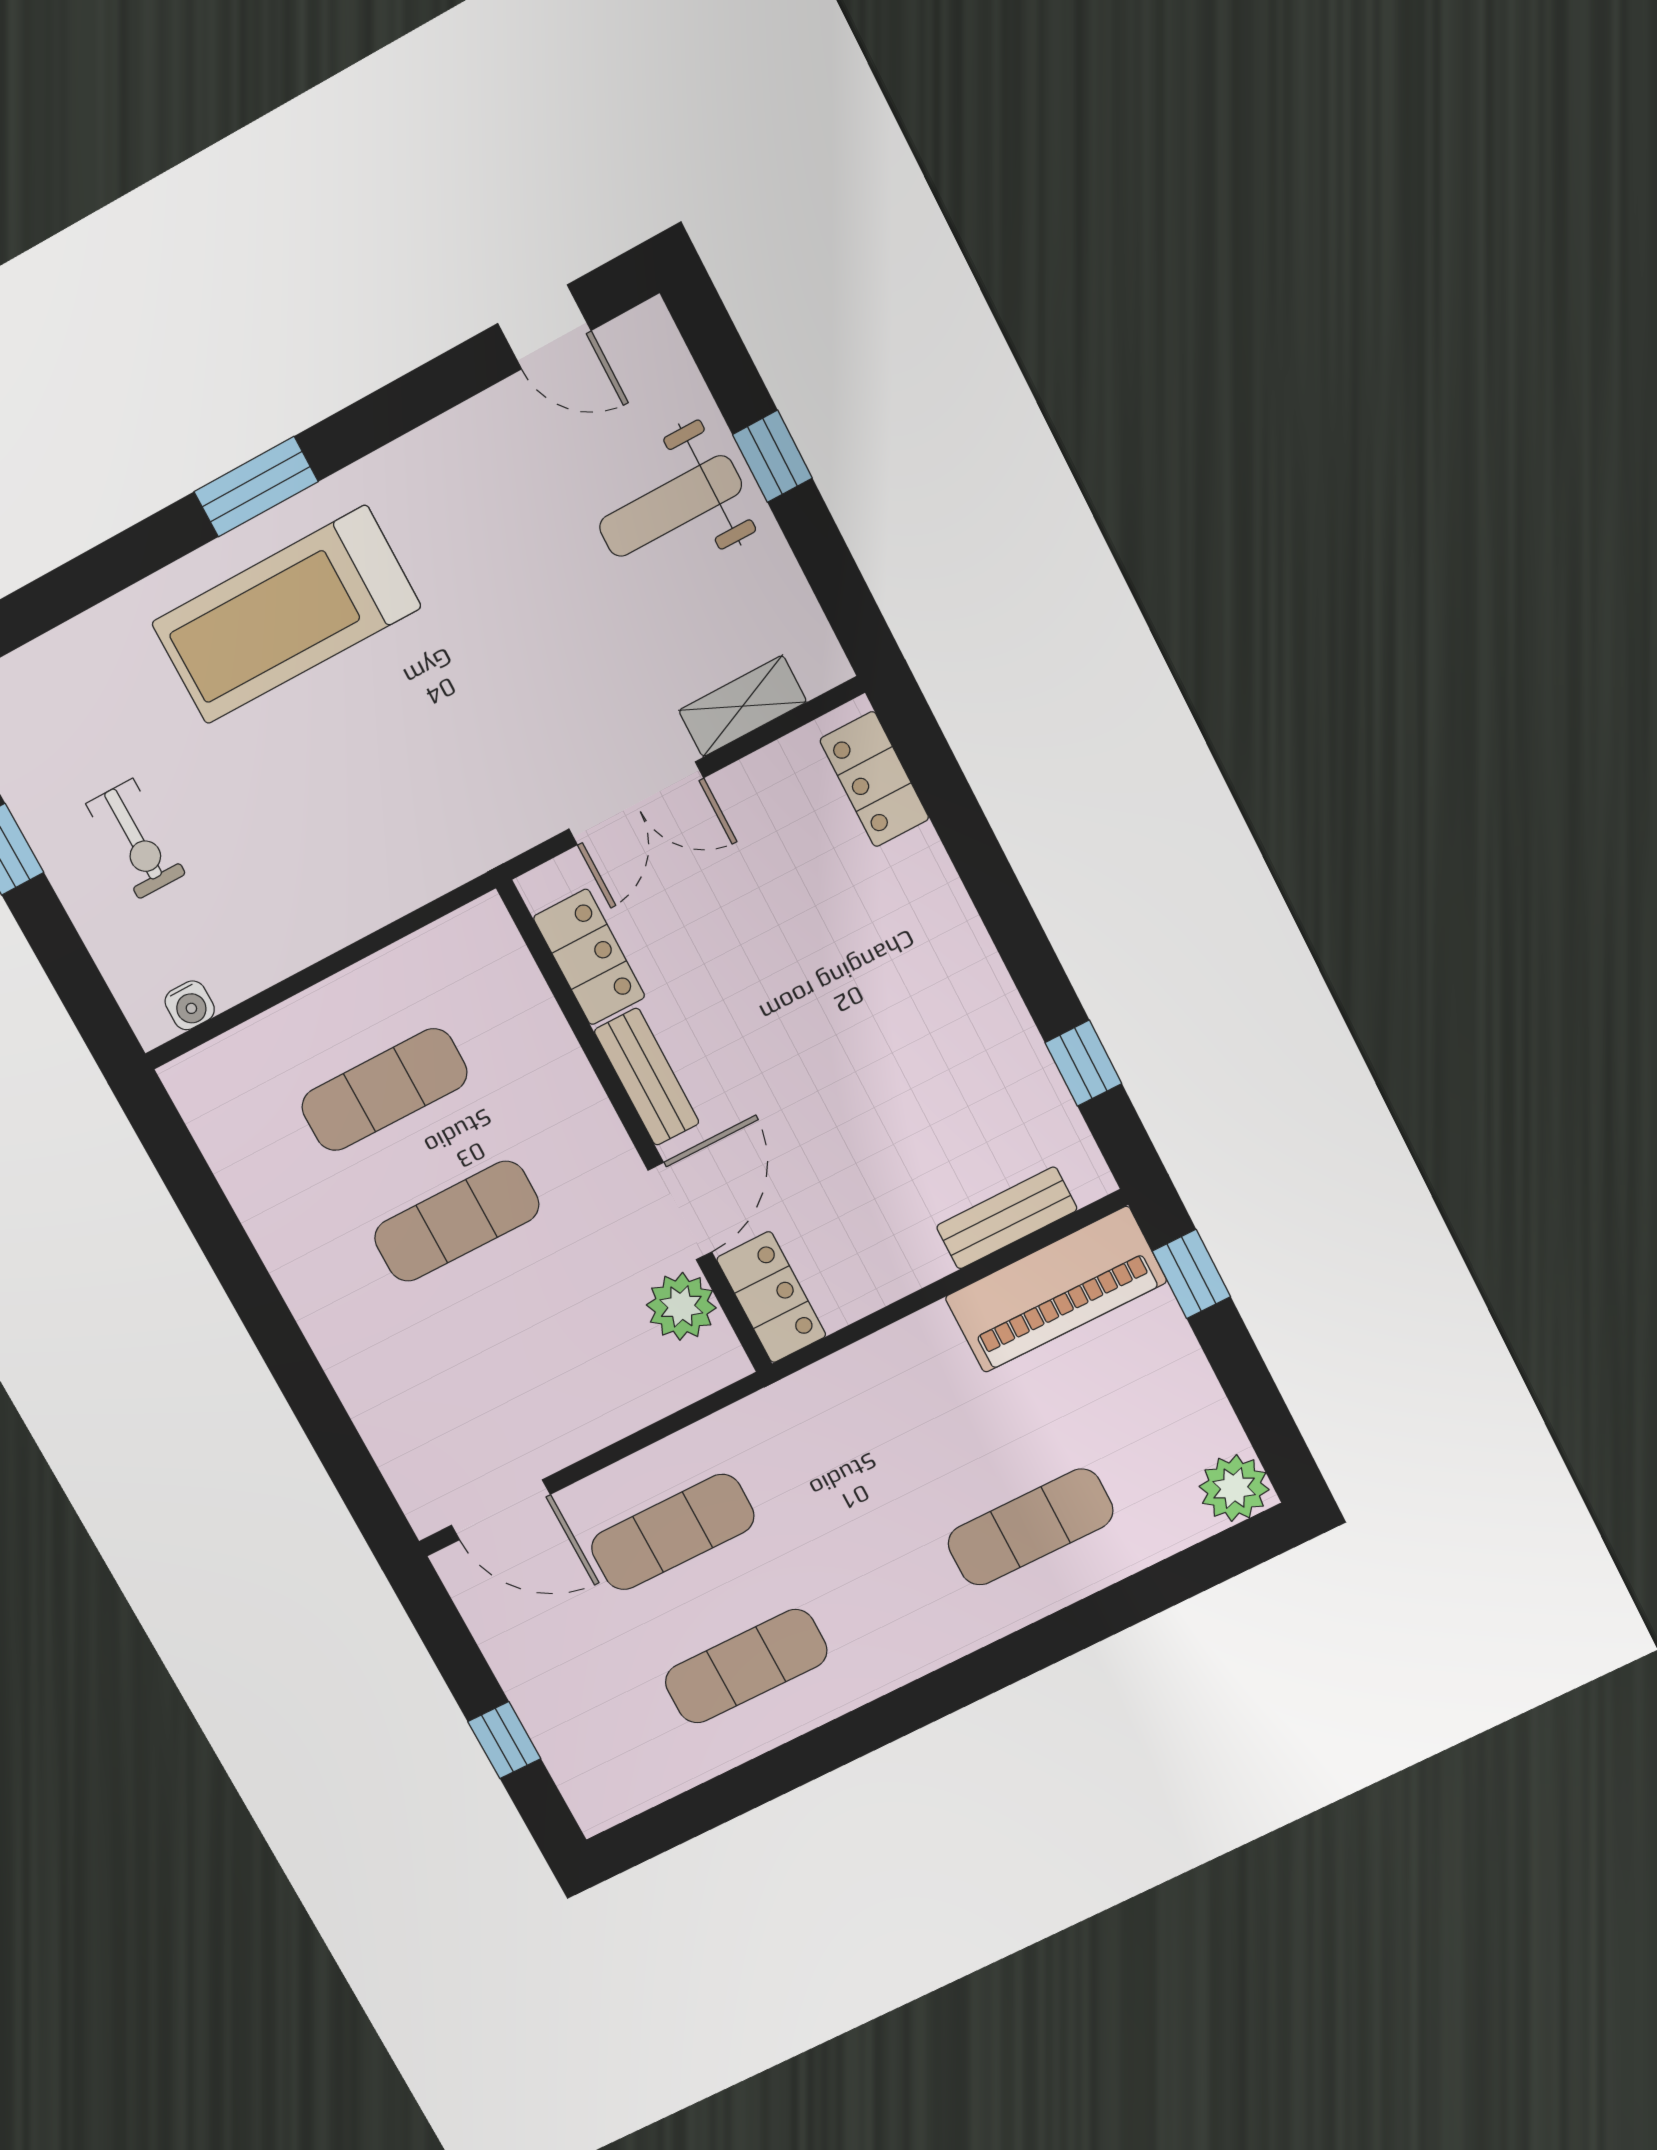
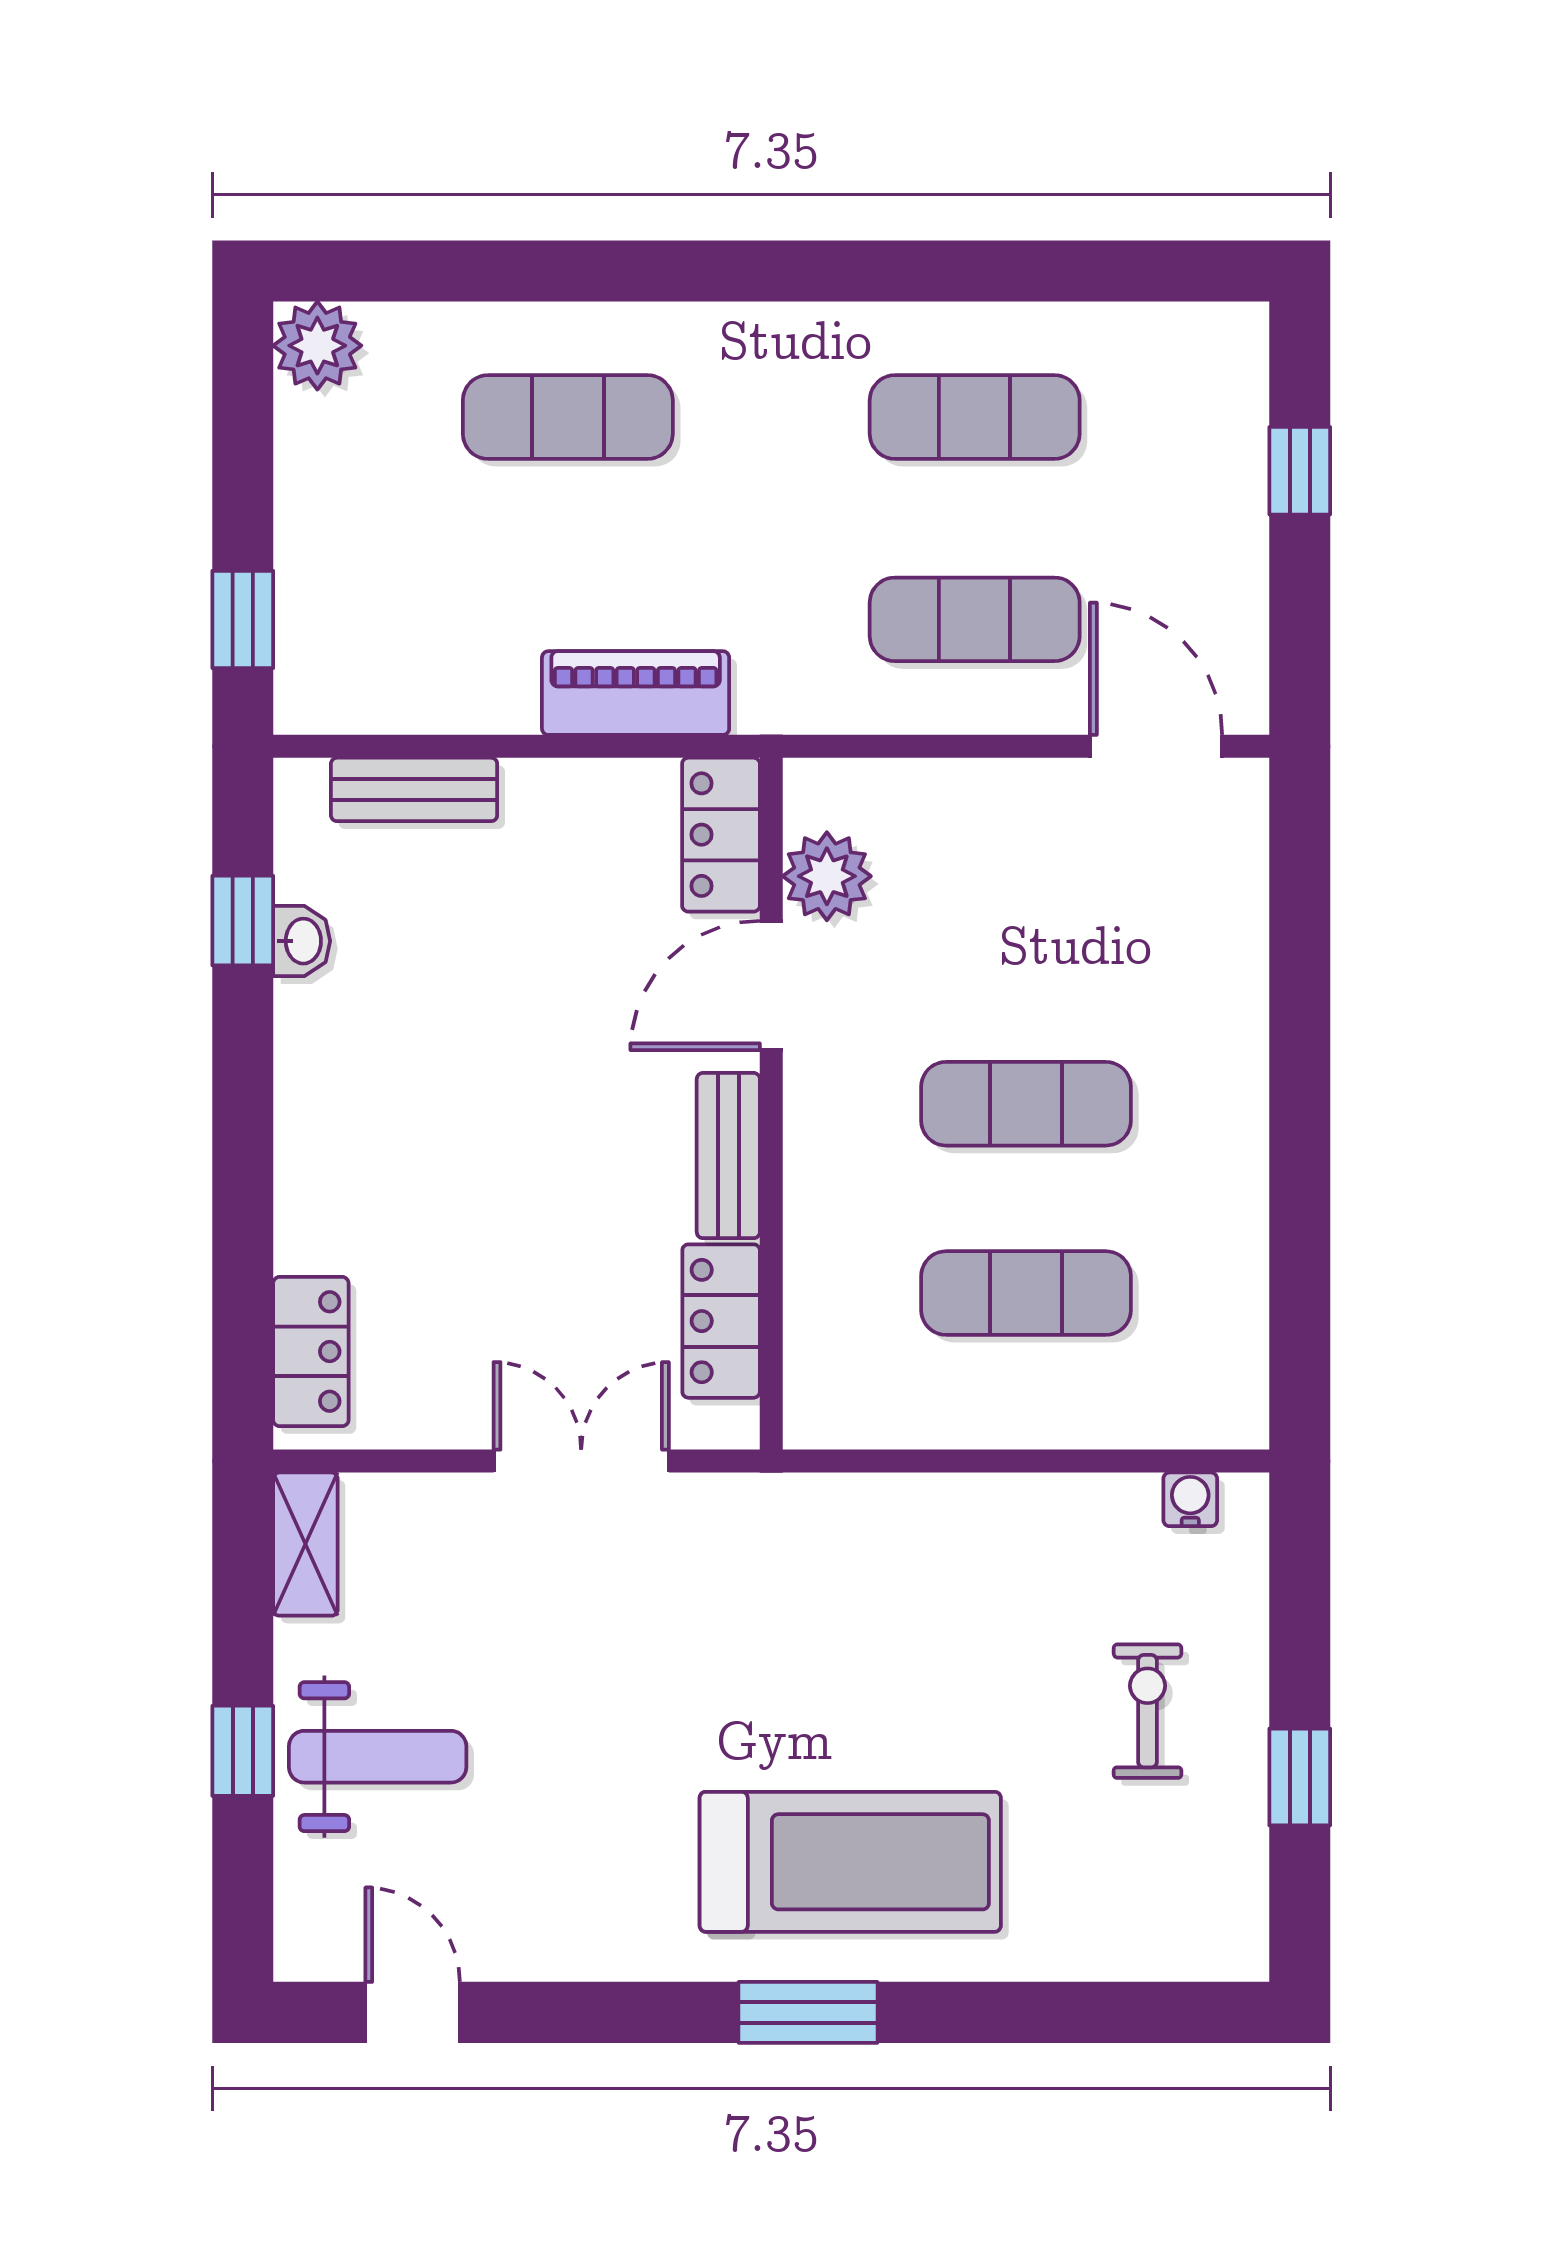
shelving: (743, 706) -> (305, 1544), moved, turned 90
washbasin: (1033, 1070) -> (302, 941), added
piano: (1056, 1290) -> (636, 693), moved, width x0.73, depth x0.75

